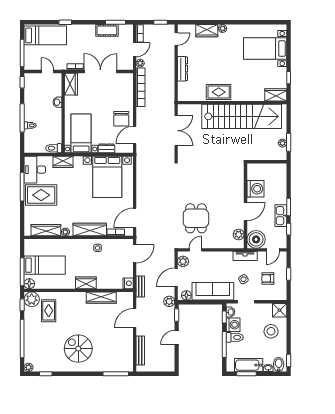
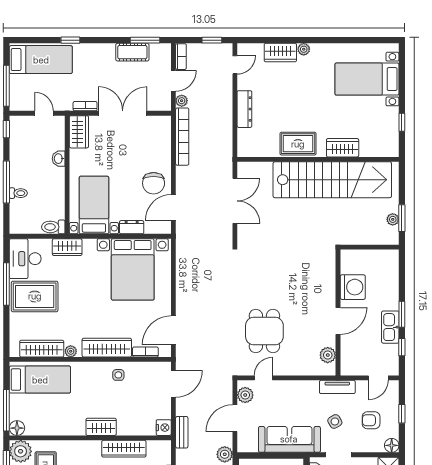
wardrobe: (276, 95) -> (343, 148), moved
boiler: (256, 239) -> (354, 362), removed
bed: (45, 265) -> (40, 380), moved
floor lamp: (186, 295) -> (392, 445), moved

